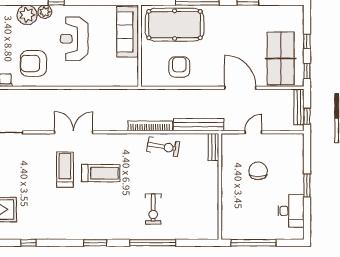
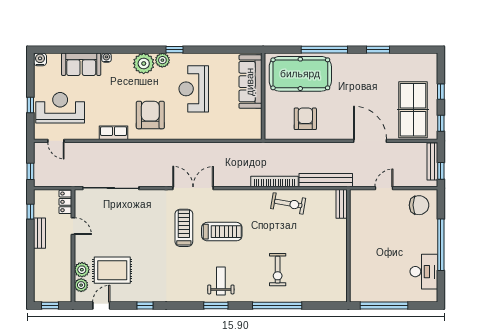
armchair: (33, 63) -> (150, 115), turned 90
chair: (258, 171) -> (419, 205), moved, turned 90
window: (307, 186) -> (441, 245), width x2.11
weight bench: (100, 220) -> (221, 281), added

